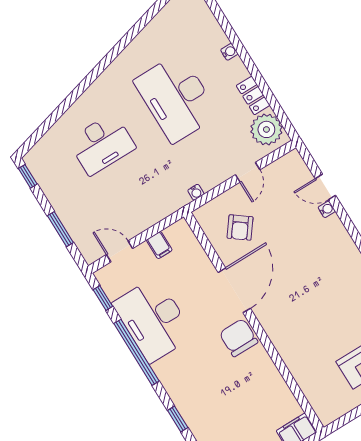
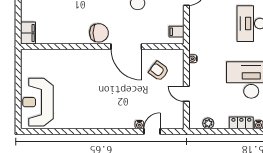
locker: (253, 95) -> (241, 123), moved
plant: (266, 129) -> (208, 123), width x0.53, depth x0.53
filing cabinet: (159, 245) -> (176, 32), moved

